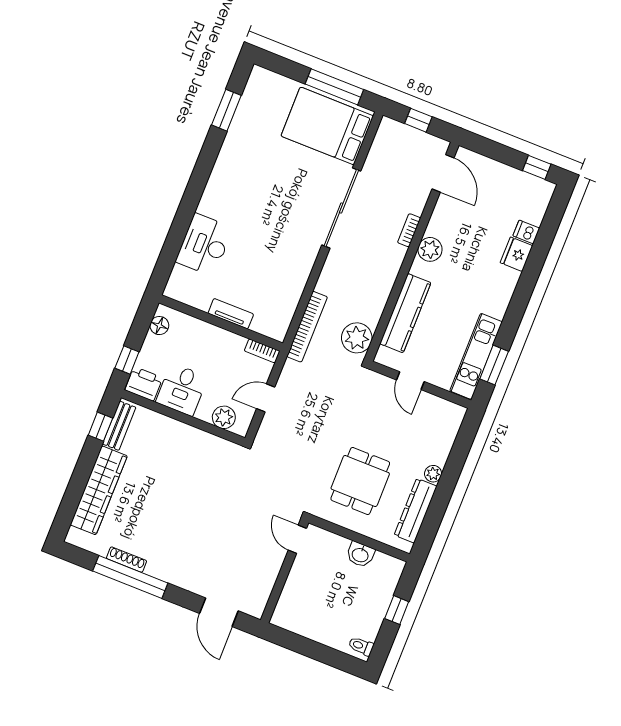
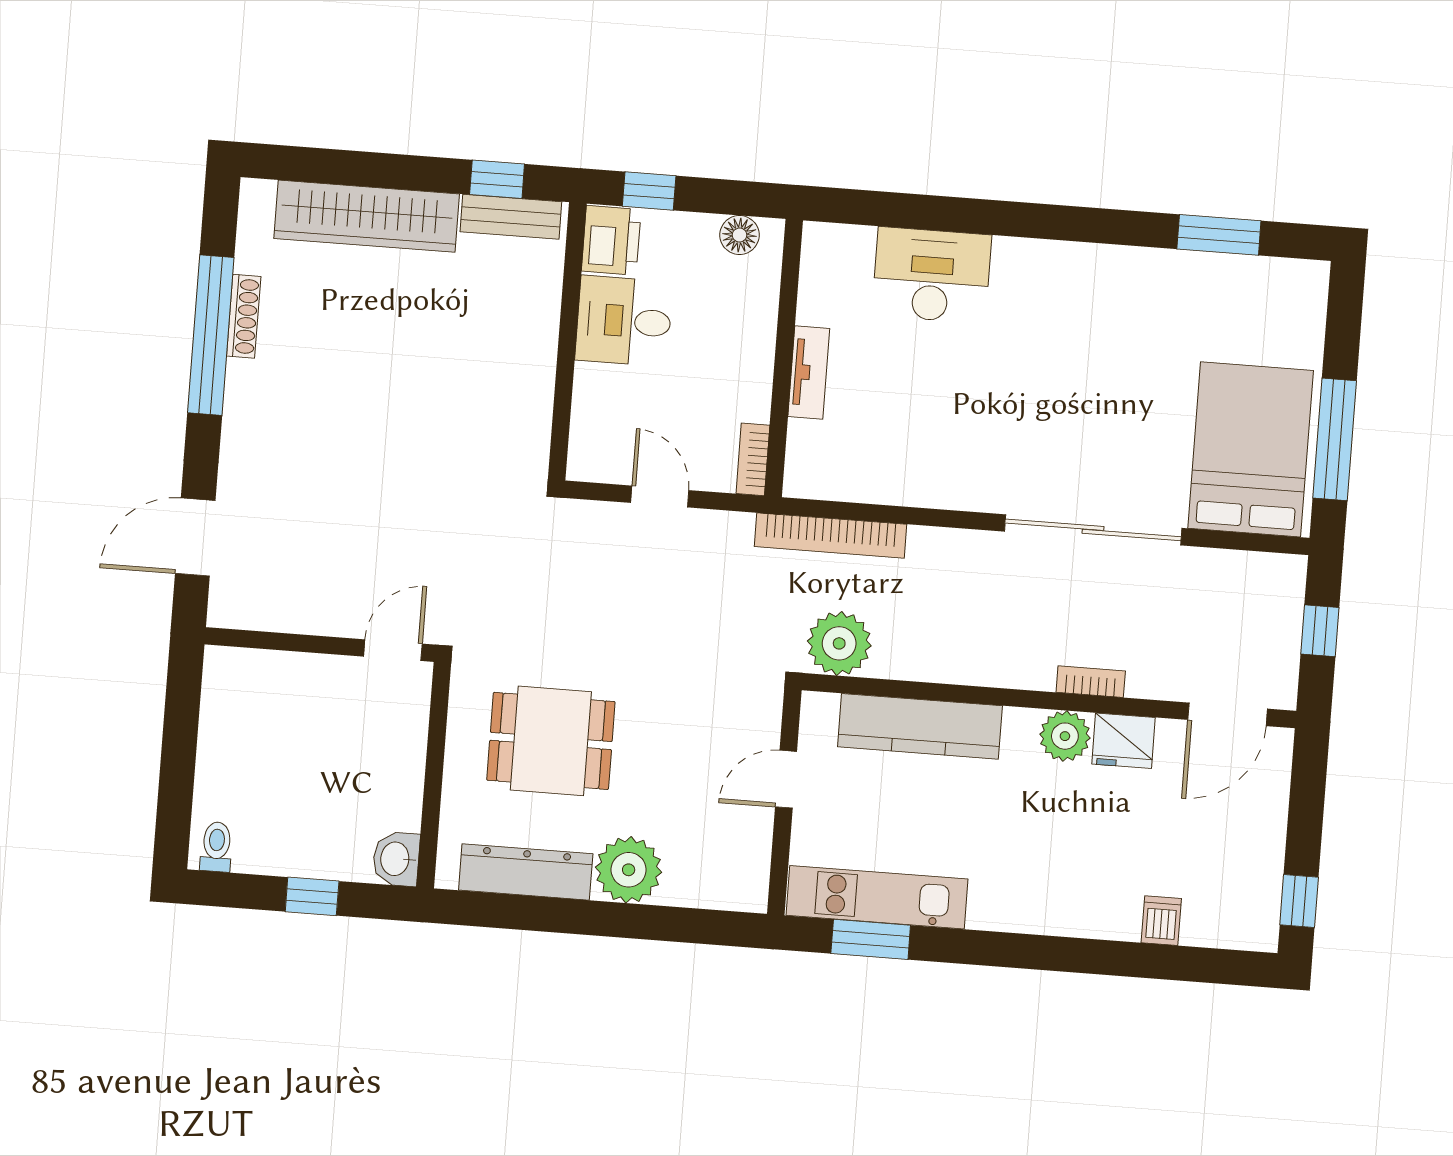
fridge: (516, 254) -> (1124, 741), moved, turned 180
plant: (224, 417) -> (594, 424), removed
plant: (433, 474) -> (629, 870), width x1.88, depth x1.88
washbasin: (360, 555) -> (396, 859), moved

